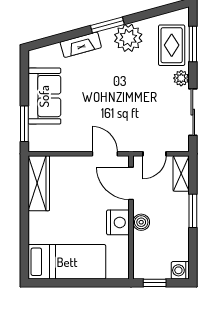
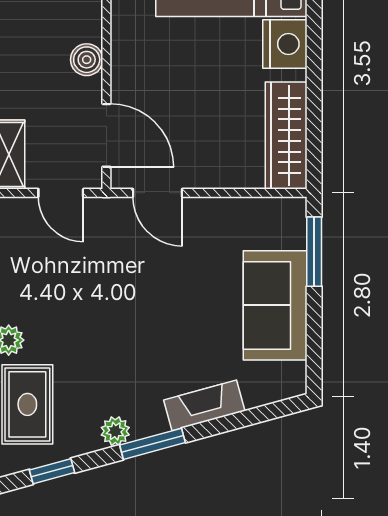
window: (159, 11) -> (52, 471), added
plant: (128, 38) -> (115, 431), width x0.53, depth x0.53
door: (154, 154) -> (61, 193), swing flipped
nightstand: (118, 222) -> (285, 44), moved, turned 180

